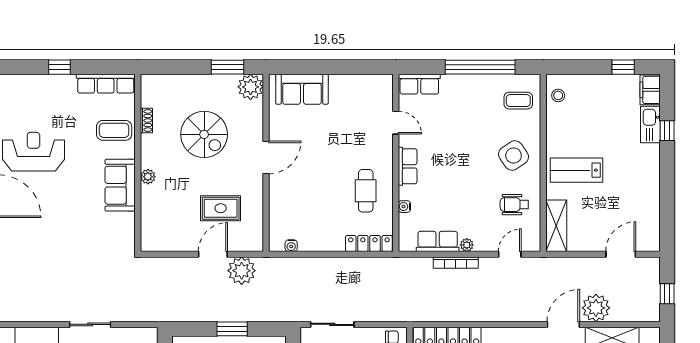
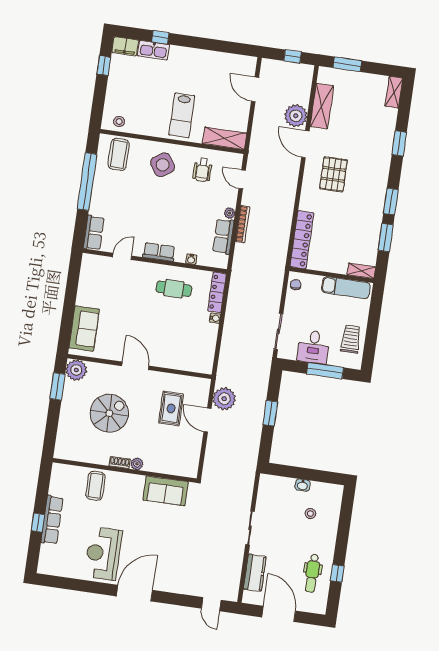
row of seats: (106, 84) -> (52, 520), moved
coffee table: (518, 101) -> (119, 154), width x1.36, depth x1.30
shoe rack: (146, 121) -> (120, 463), moved
sofa: (120, 185) -> (166, 491), moved
water cooler: (291, 246) -> (215, 318), moved

